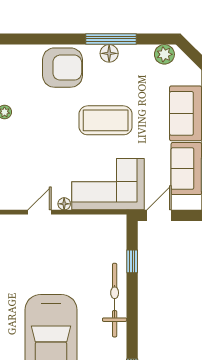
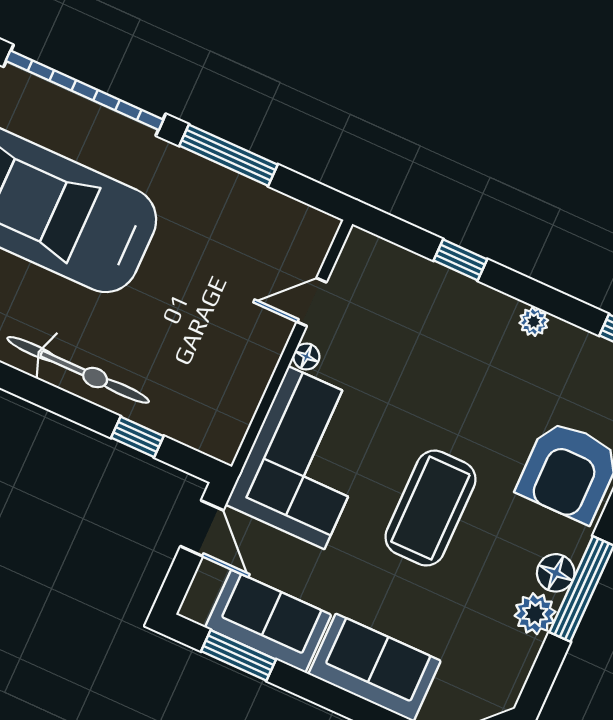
plant: (164, 54) -> (535, 614), moved
door: (39, 212) -> (312, 302), swing flipped

